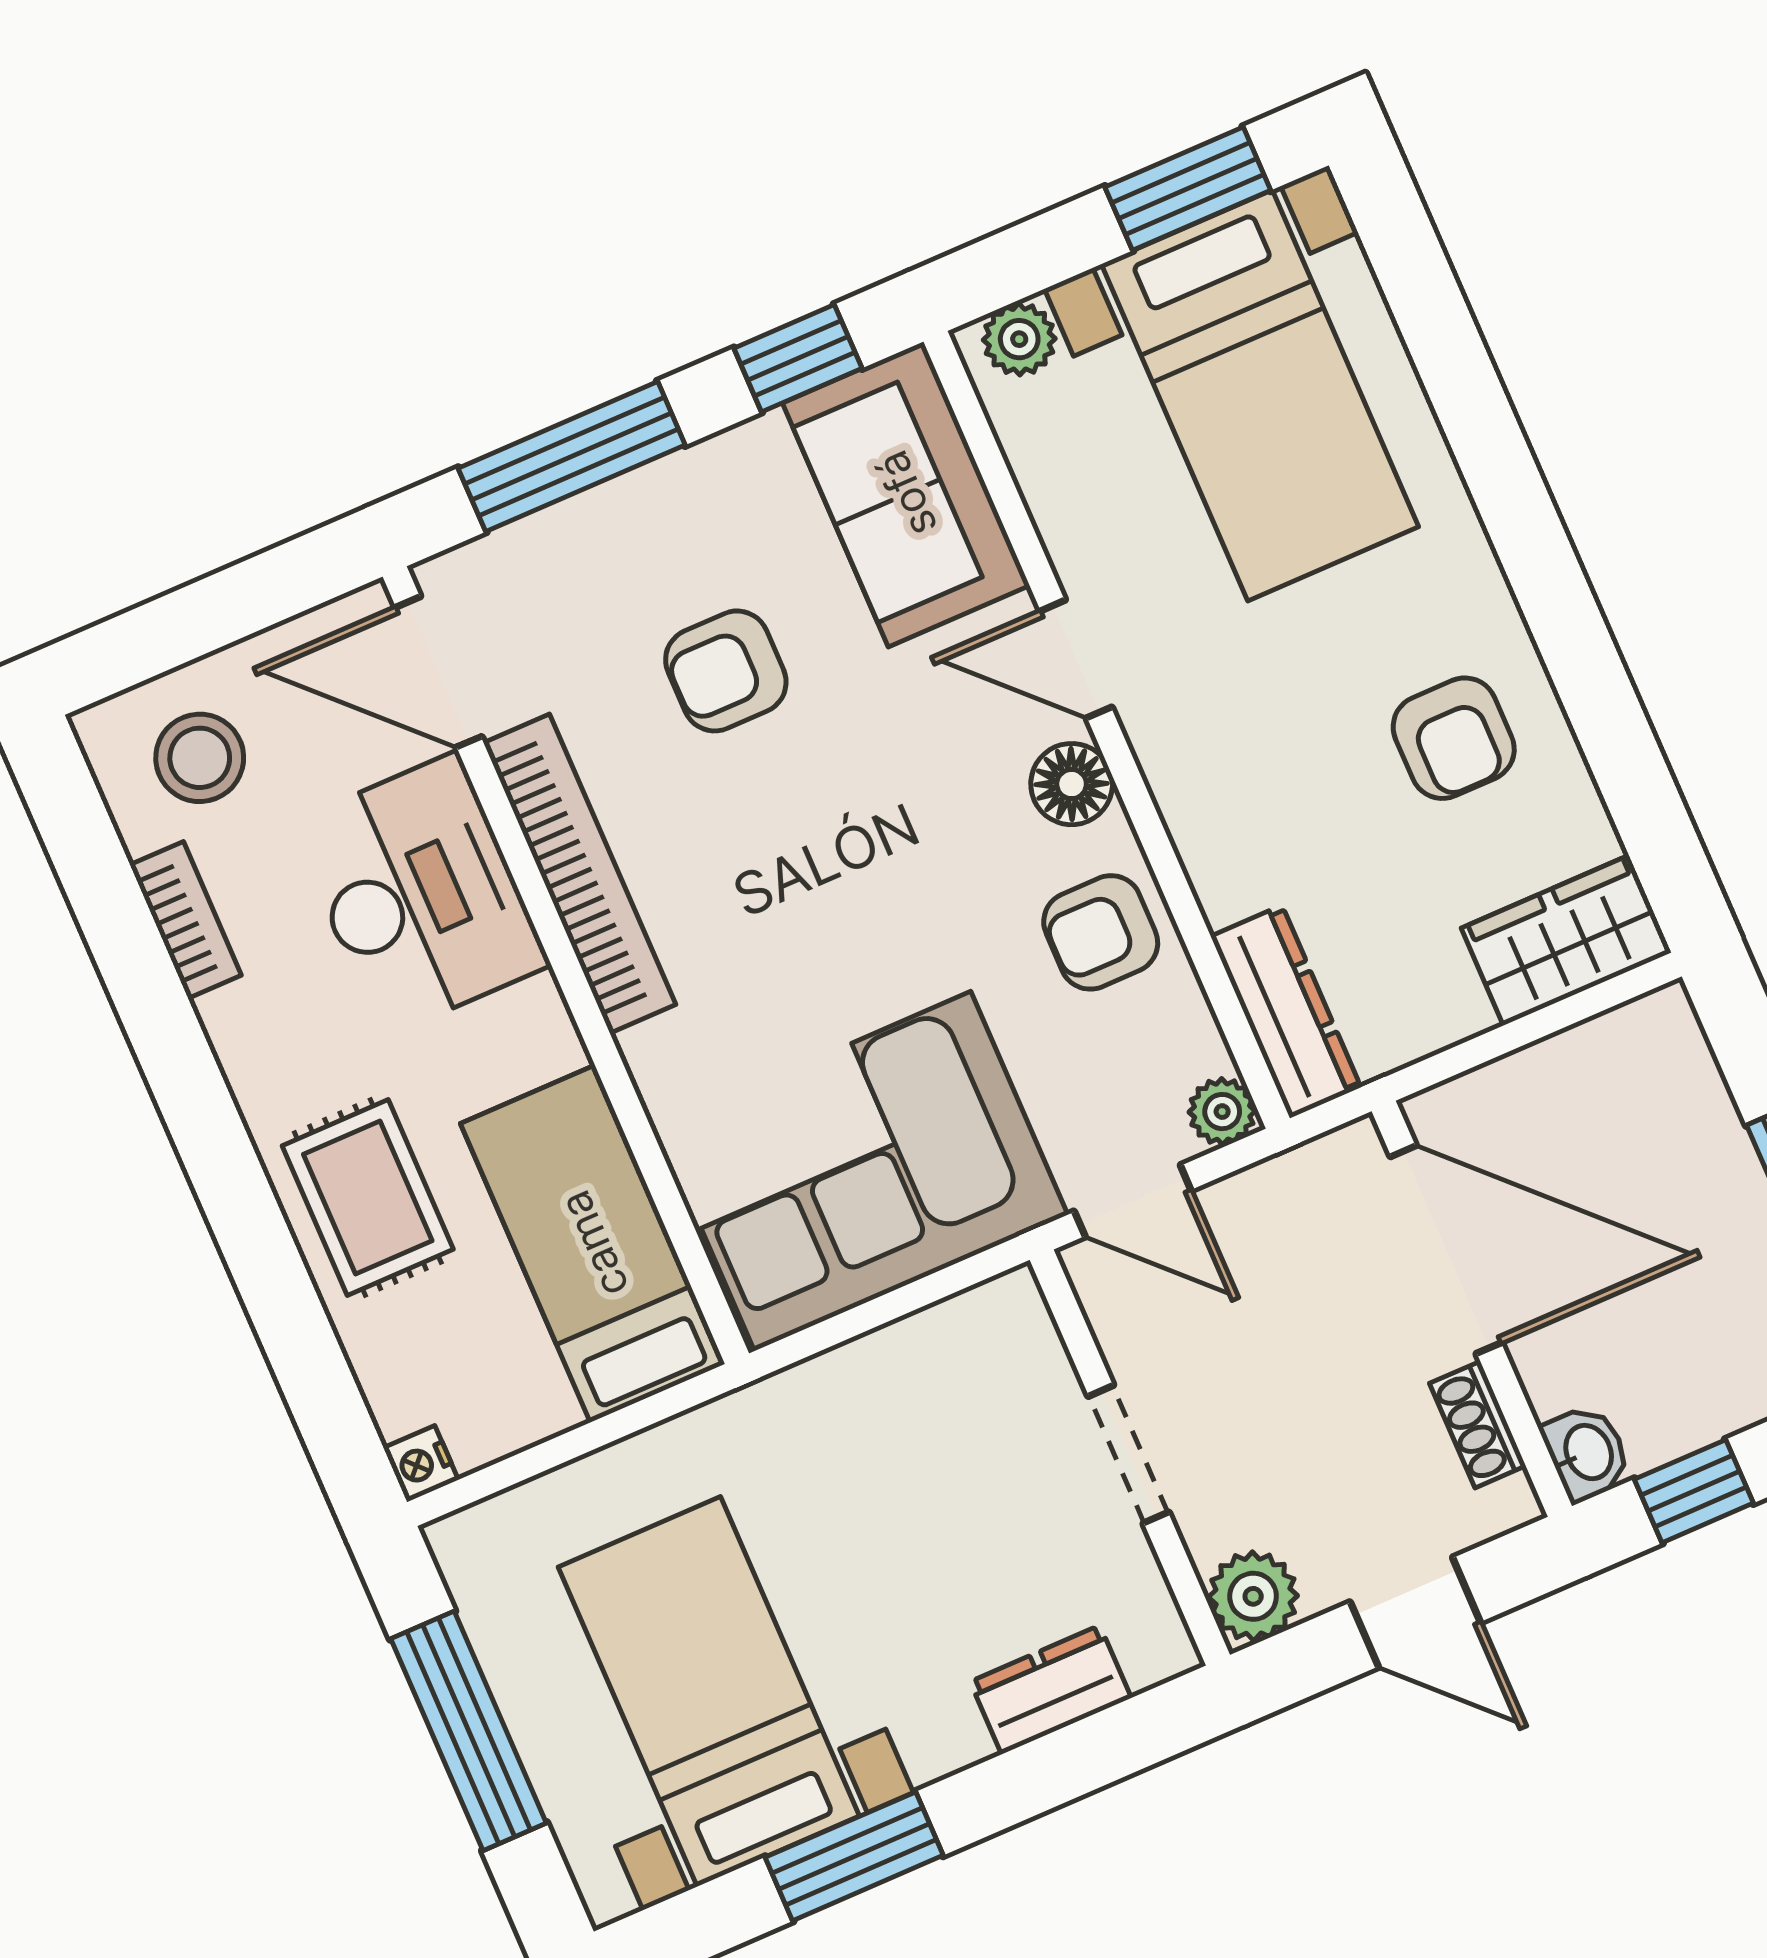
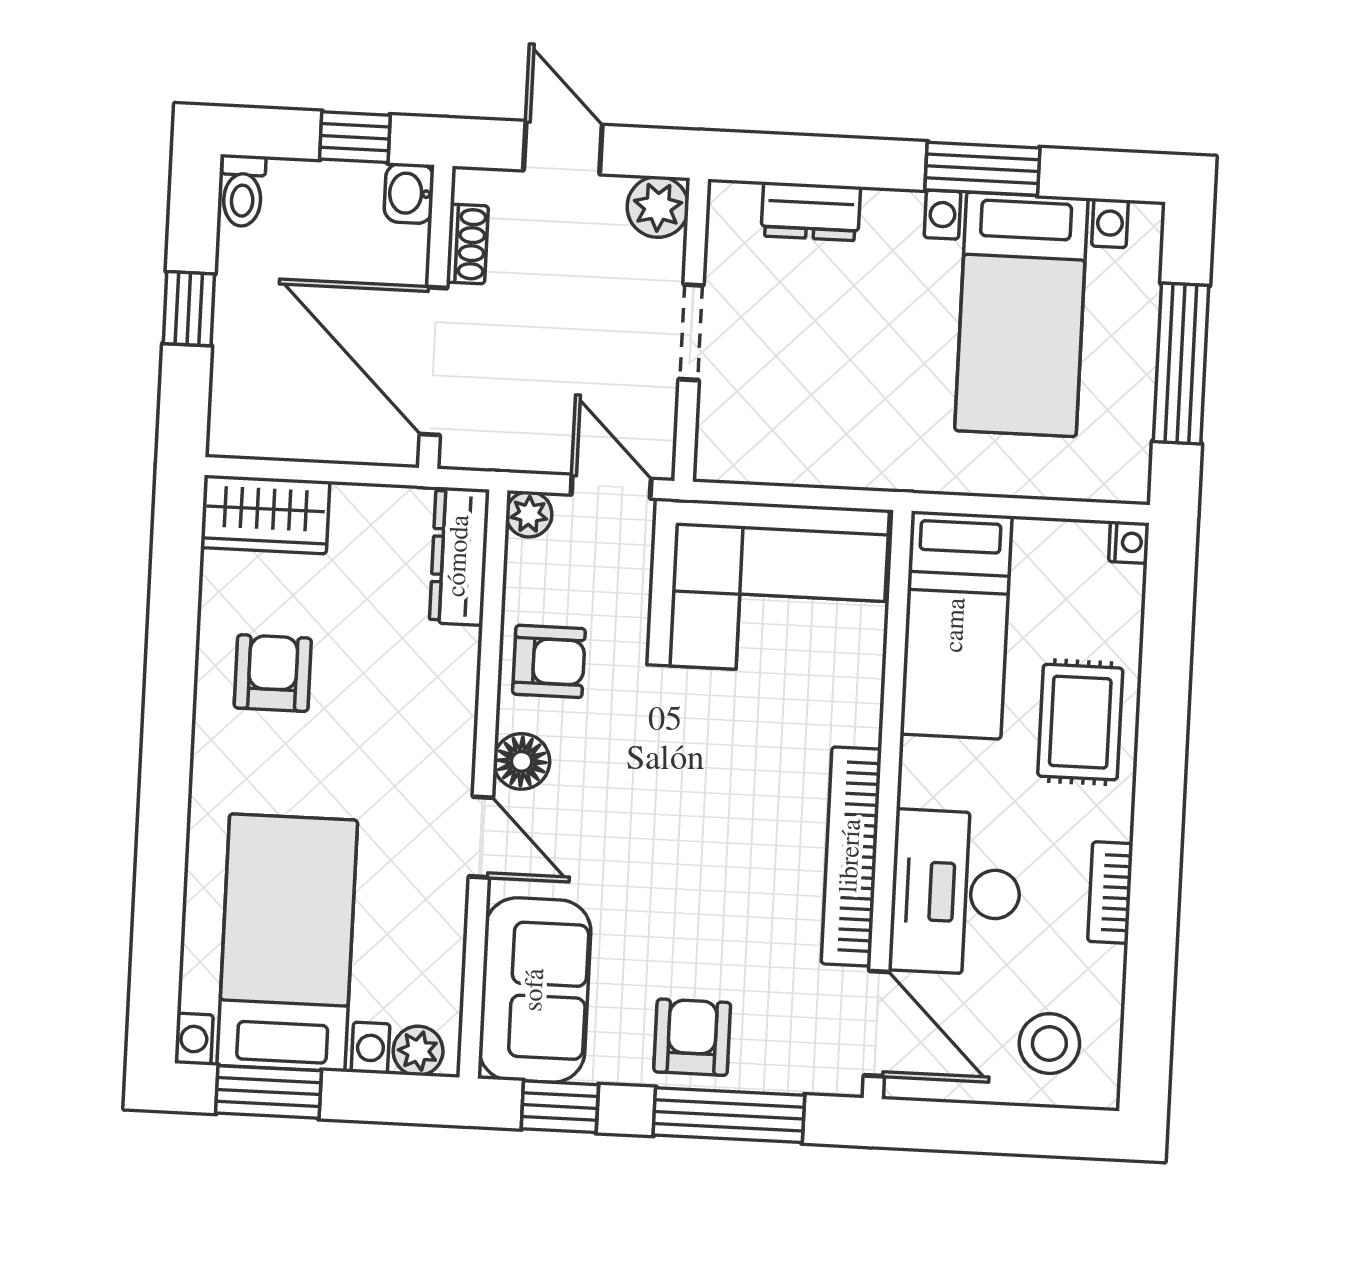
armchair: (726, 671) -> (692, 1037), moved, turned -90
bookcase: (186, 920) -> (1110, 893), moved

